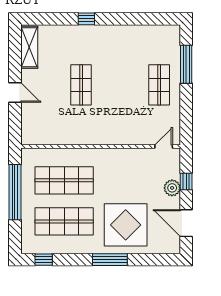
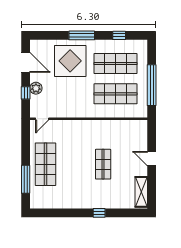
shop shelf: (159, 85) -> (45, 164), width x1.43, depth x1.36
window: (44, 260) -> (119, 35), moved

